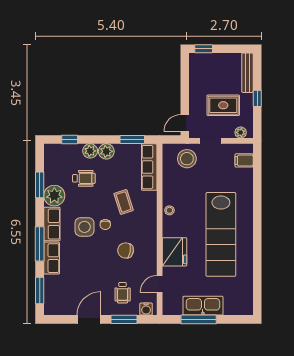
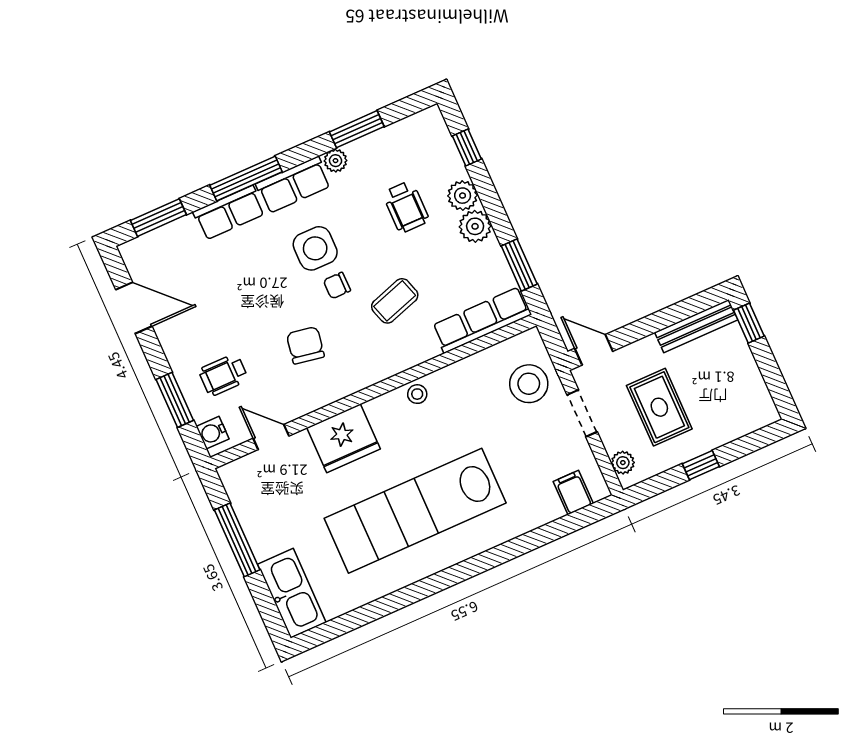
bench: (248, 73) -> (696, 326), moved
plant: (54, 196) -> (336, 161), width x0.53, depth x0.53
kitchen sink: (203, 306) -> (292, 593), moved
door: (89, 319) -> (134, 308), moved

